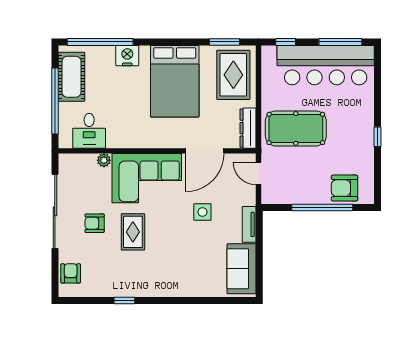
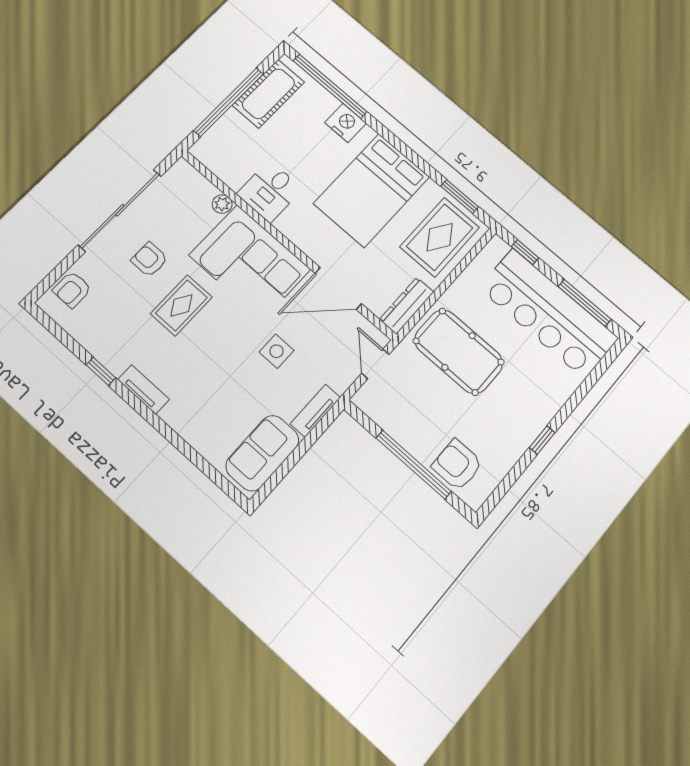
desk: (89, 131) -> (270, 191), moved
armchair: (71, 273) -> (72, 289), turned 180
tv unit: (154, 290) -> (144, 389), added

